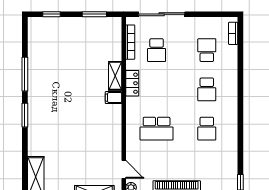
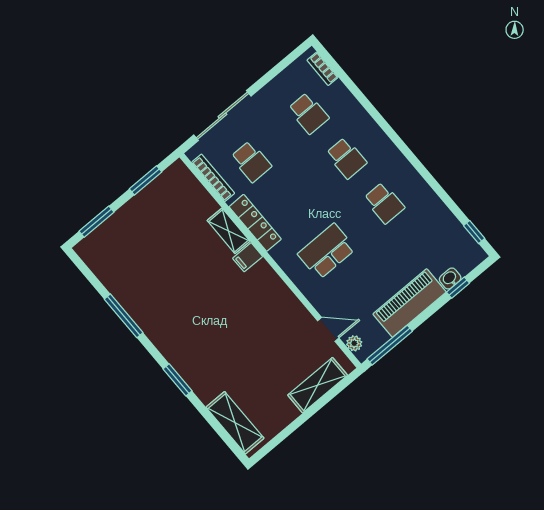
window: (52, 14) -> (96, 222), width x1.50
school desk: (207, 50) -> (309, 113), turned 180
locker: (132, 83) -> (255, 223), width x1.53
window: (25, 115) -> (178, 380), moved
school desk: (157, 129) -> (327, 251), turned 180

